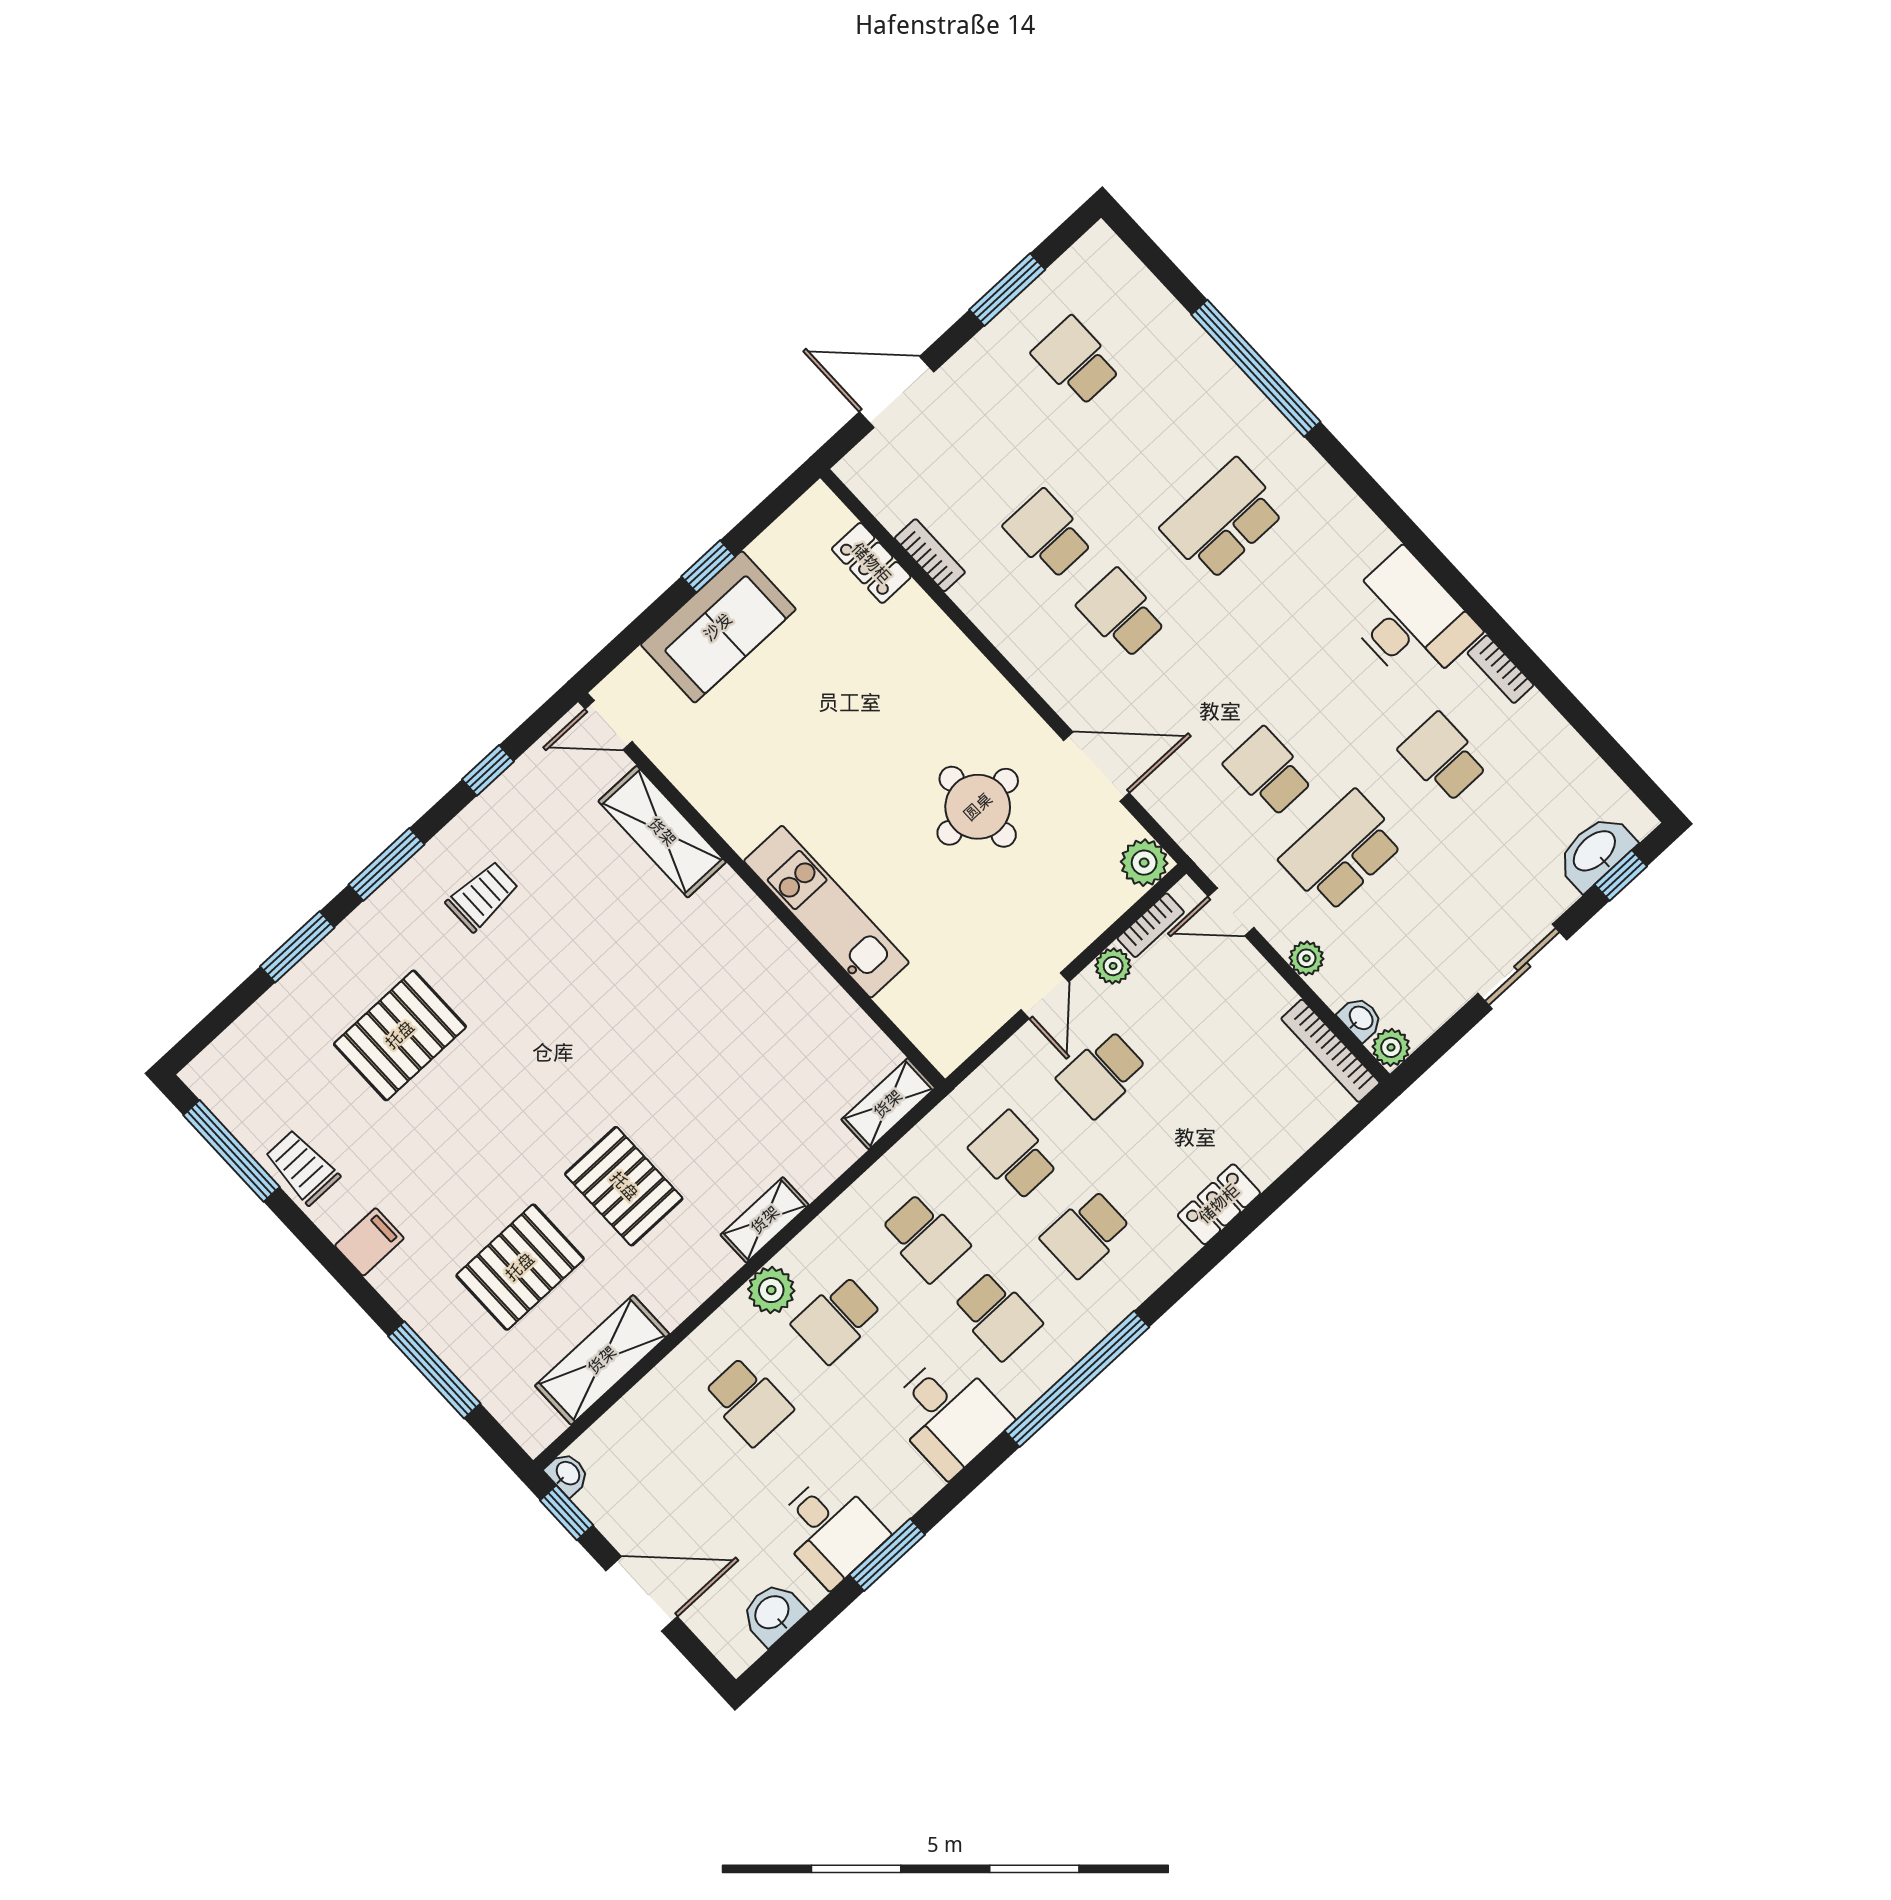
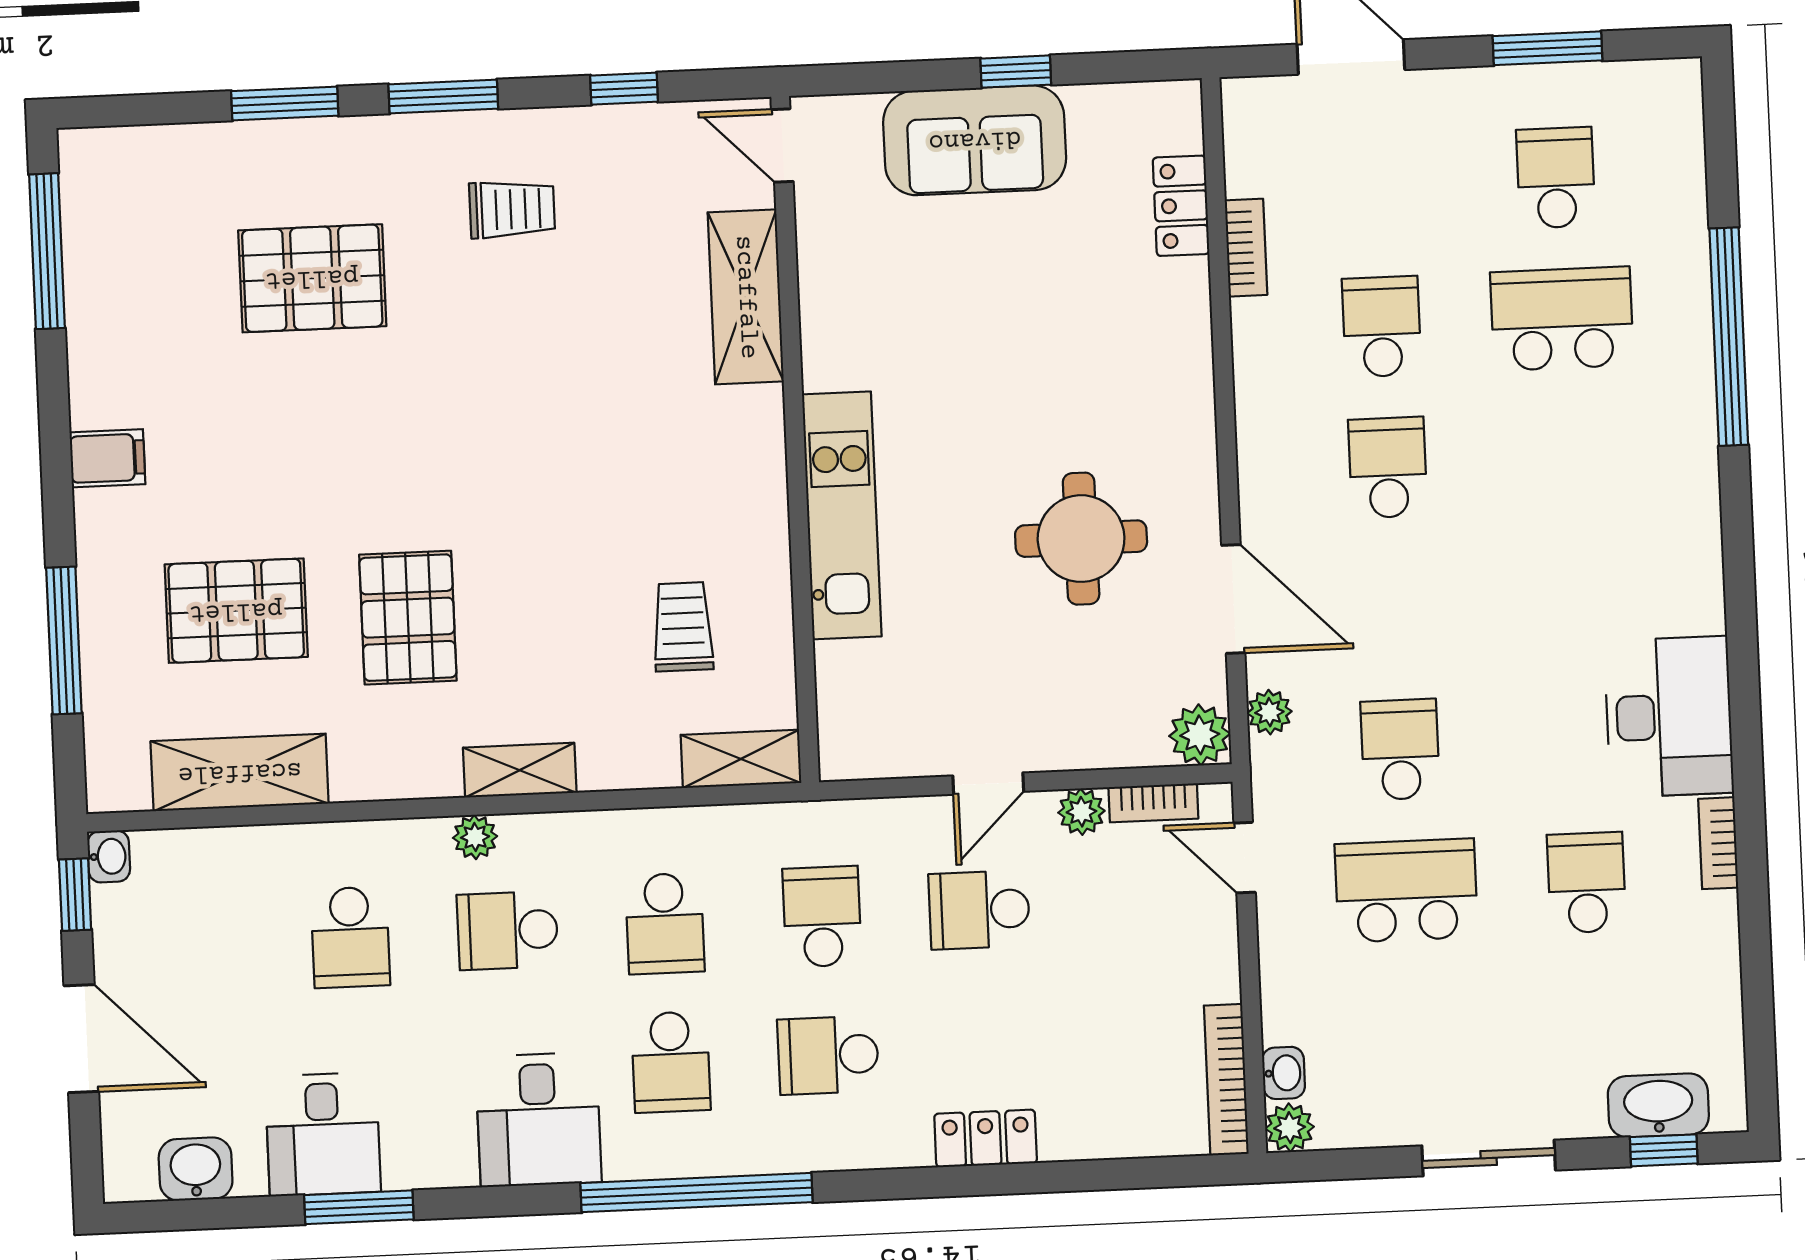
school desk: (1223, 520) -> (1562, 319), moved
plant: (1306, 958) -> (1269, 712), moved
trolley: (302, 1167) -> (683, 627), moved
plant: (771, 1290) -> (475, 837), width x0.73, depth x0.73

